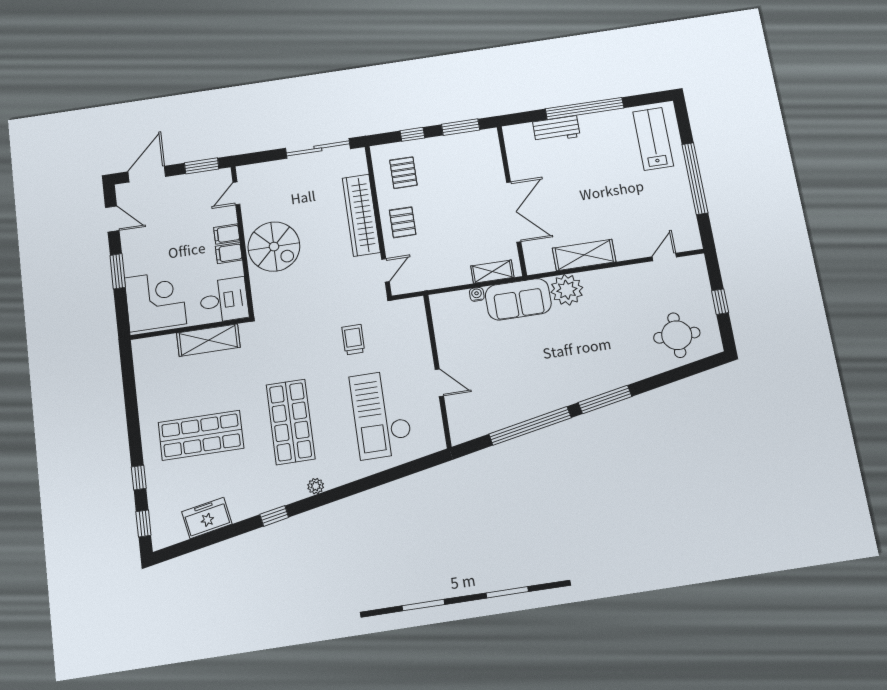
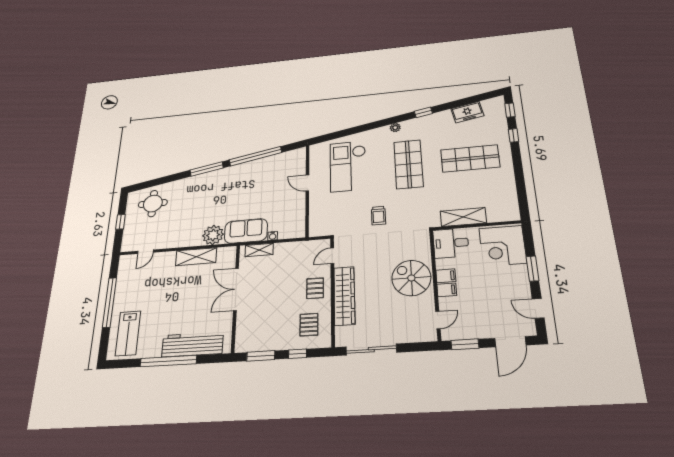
workbench: (556, 129) -> (192, 344), width x1.88, depth x1.32
trolley: (353, 340) -> (378, 216), moved
checkout: (381, 414) -> (348, 166), turned 180

